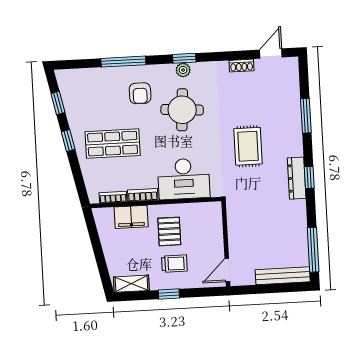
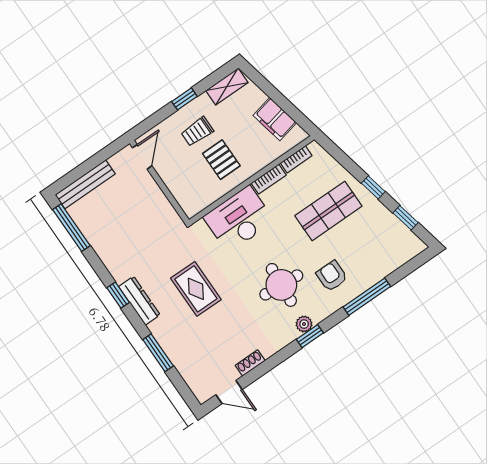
door: (271, 54) -> (229, 392), hinge flipped
dresser: (297, 178) -> (139, 301), moved
filing cabinet: (131, 217) -> (275, 119), moved, turned -102

